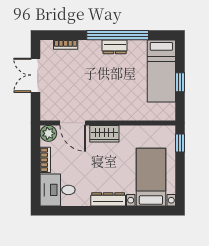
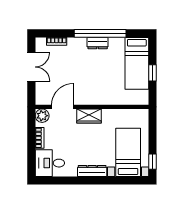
double door: (36, 75) -> (31, 67), swing flipped
door: (73, 123) -> (63, 107), swing flipped
window: (180, 143) -> (152, 162), moved

